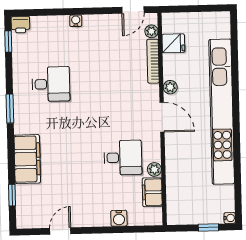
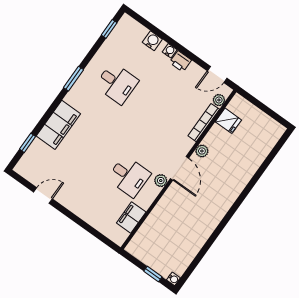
printer: (20, 25) -> (180, 61), moved
kitchen unit: (222, 112) -> (226, 197), removed
plant: (154, 169) -> (161, 181), moved
water cooler: (119, 218) -> (152, 41), moved, turned 180

